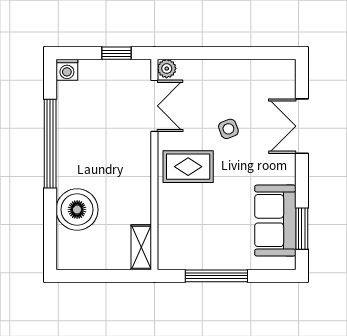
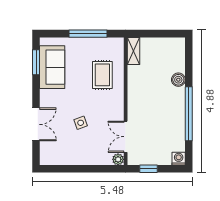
rug: (188, 167) -> (102, 75), moved, turned 90
boiler: (77, 210) -> (178, 80), width x0.54, depth x0.54

